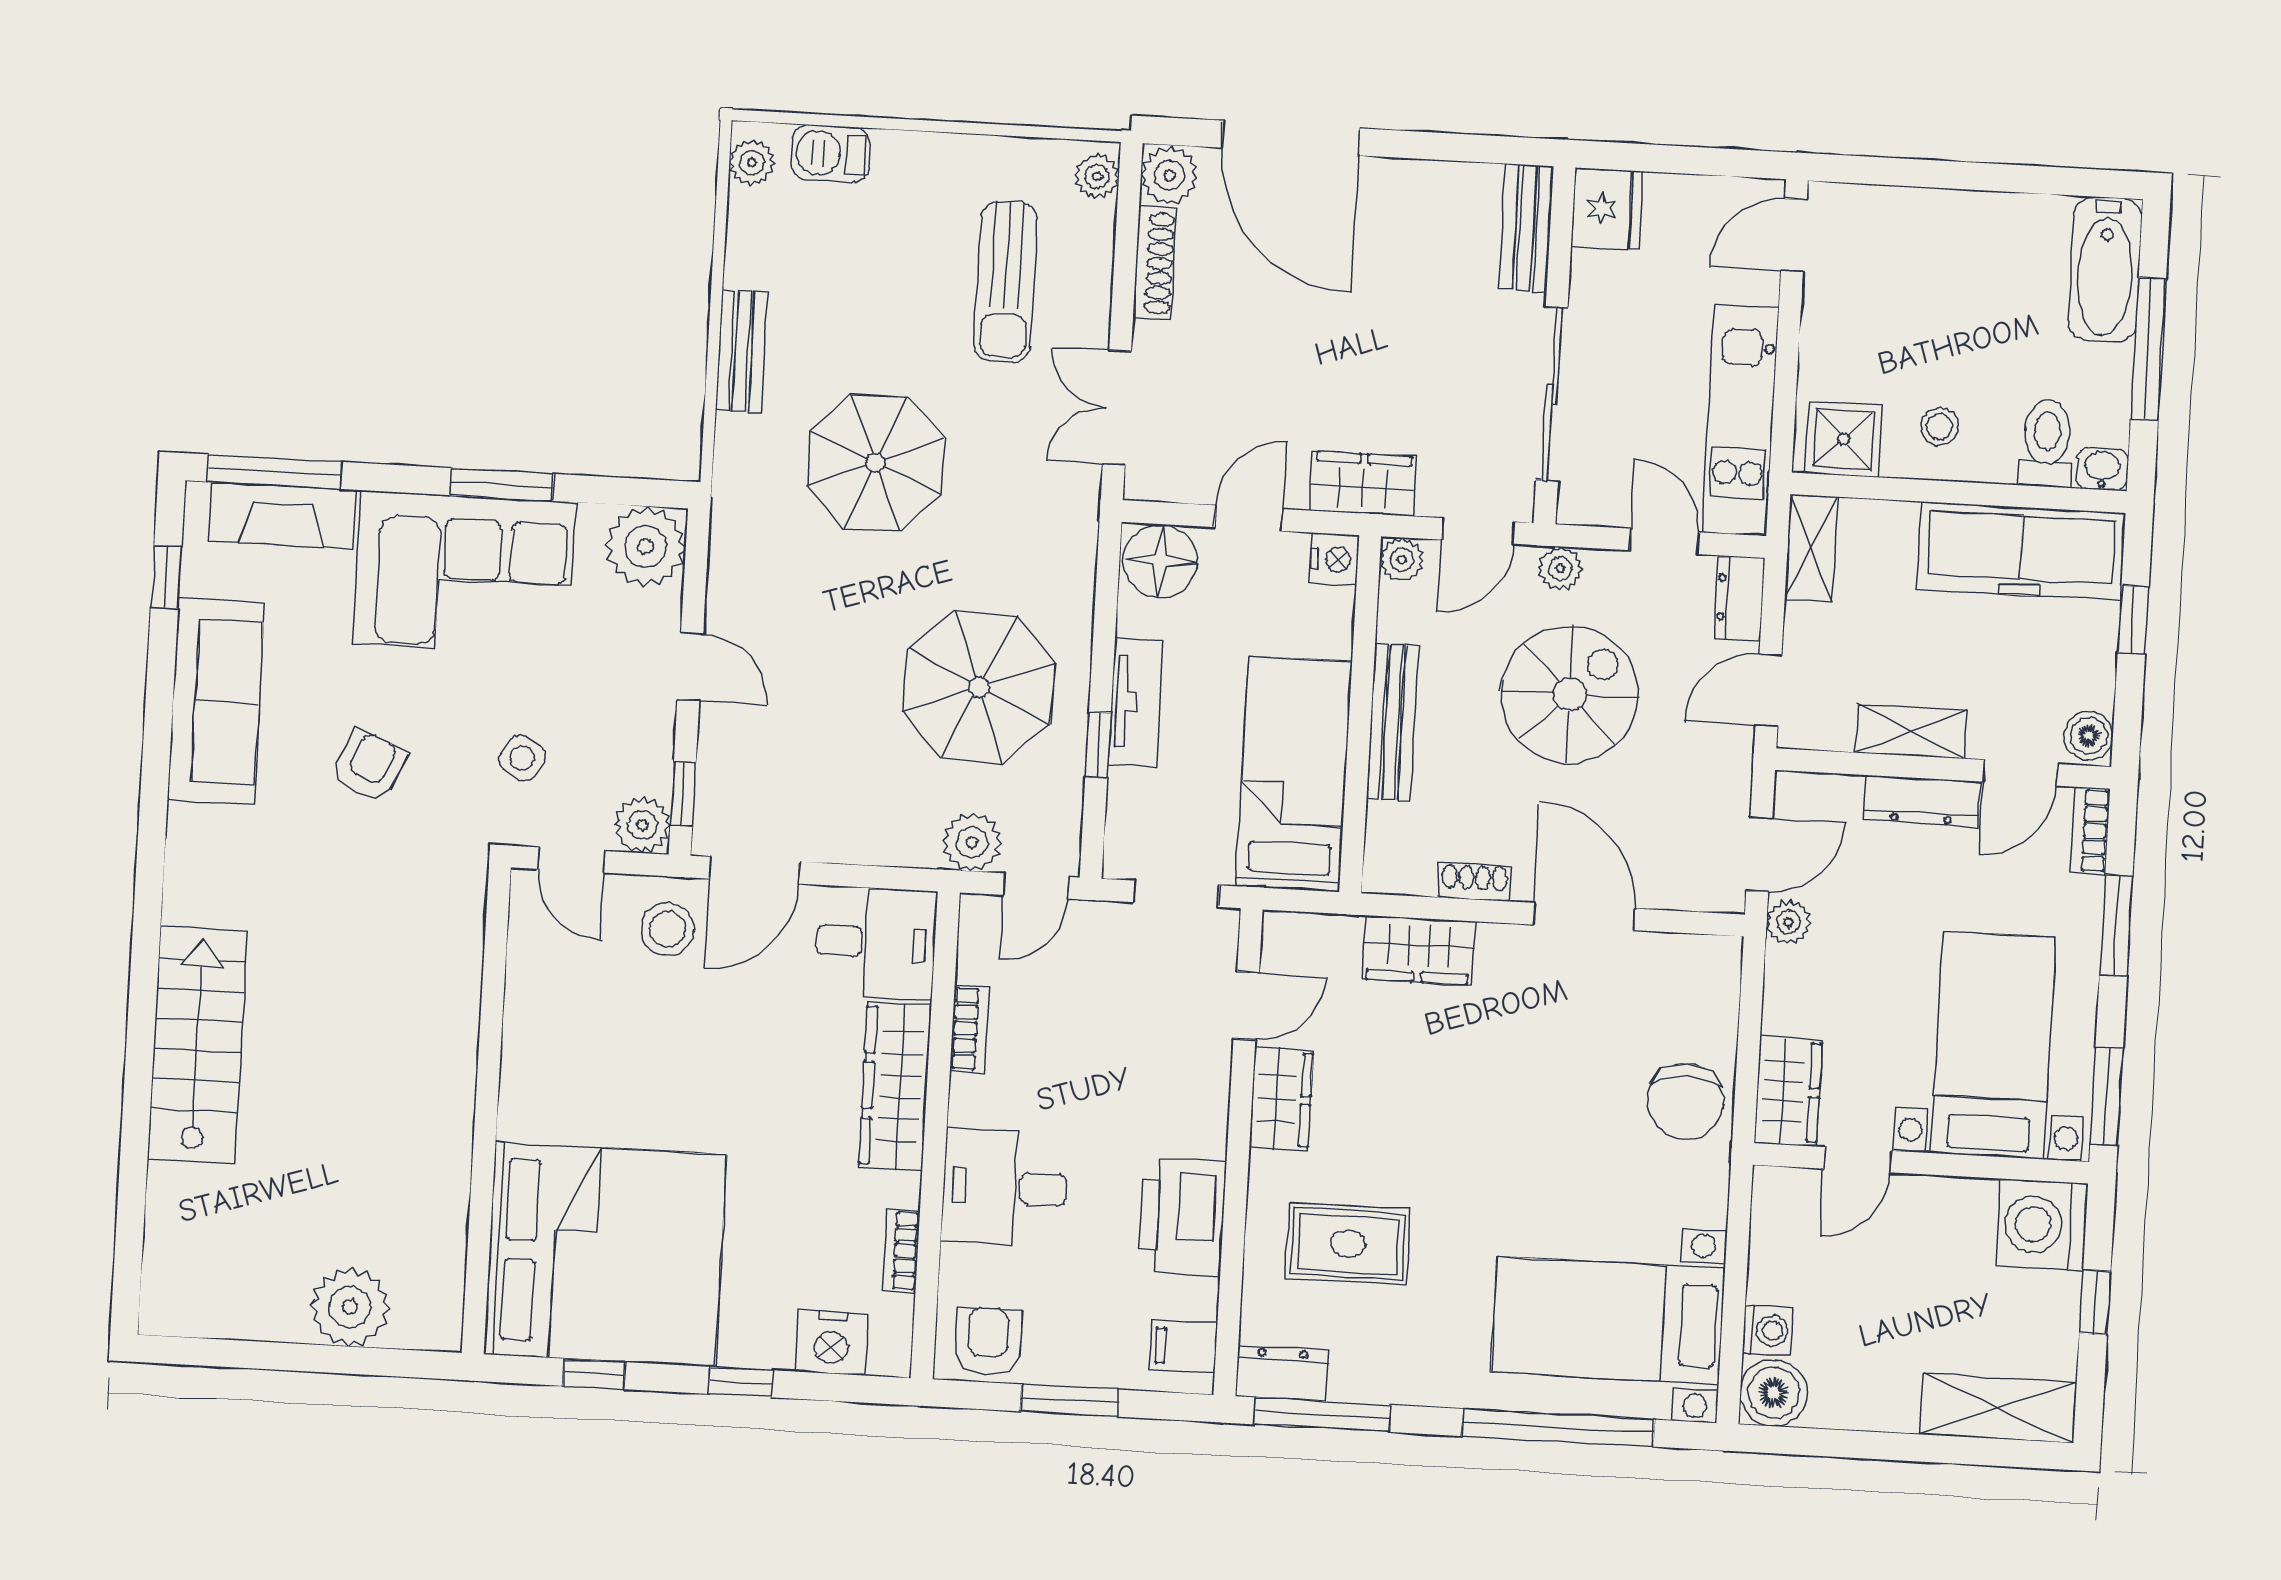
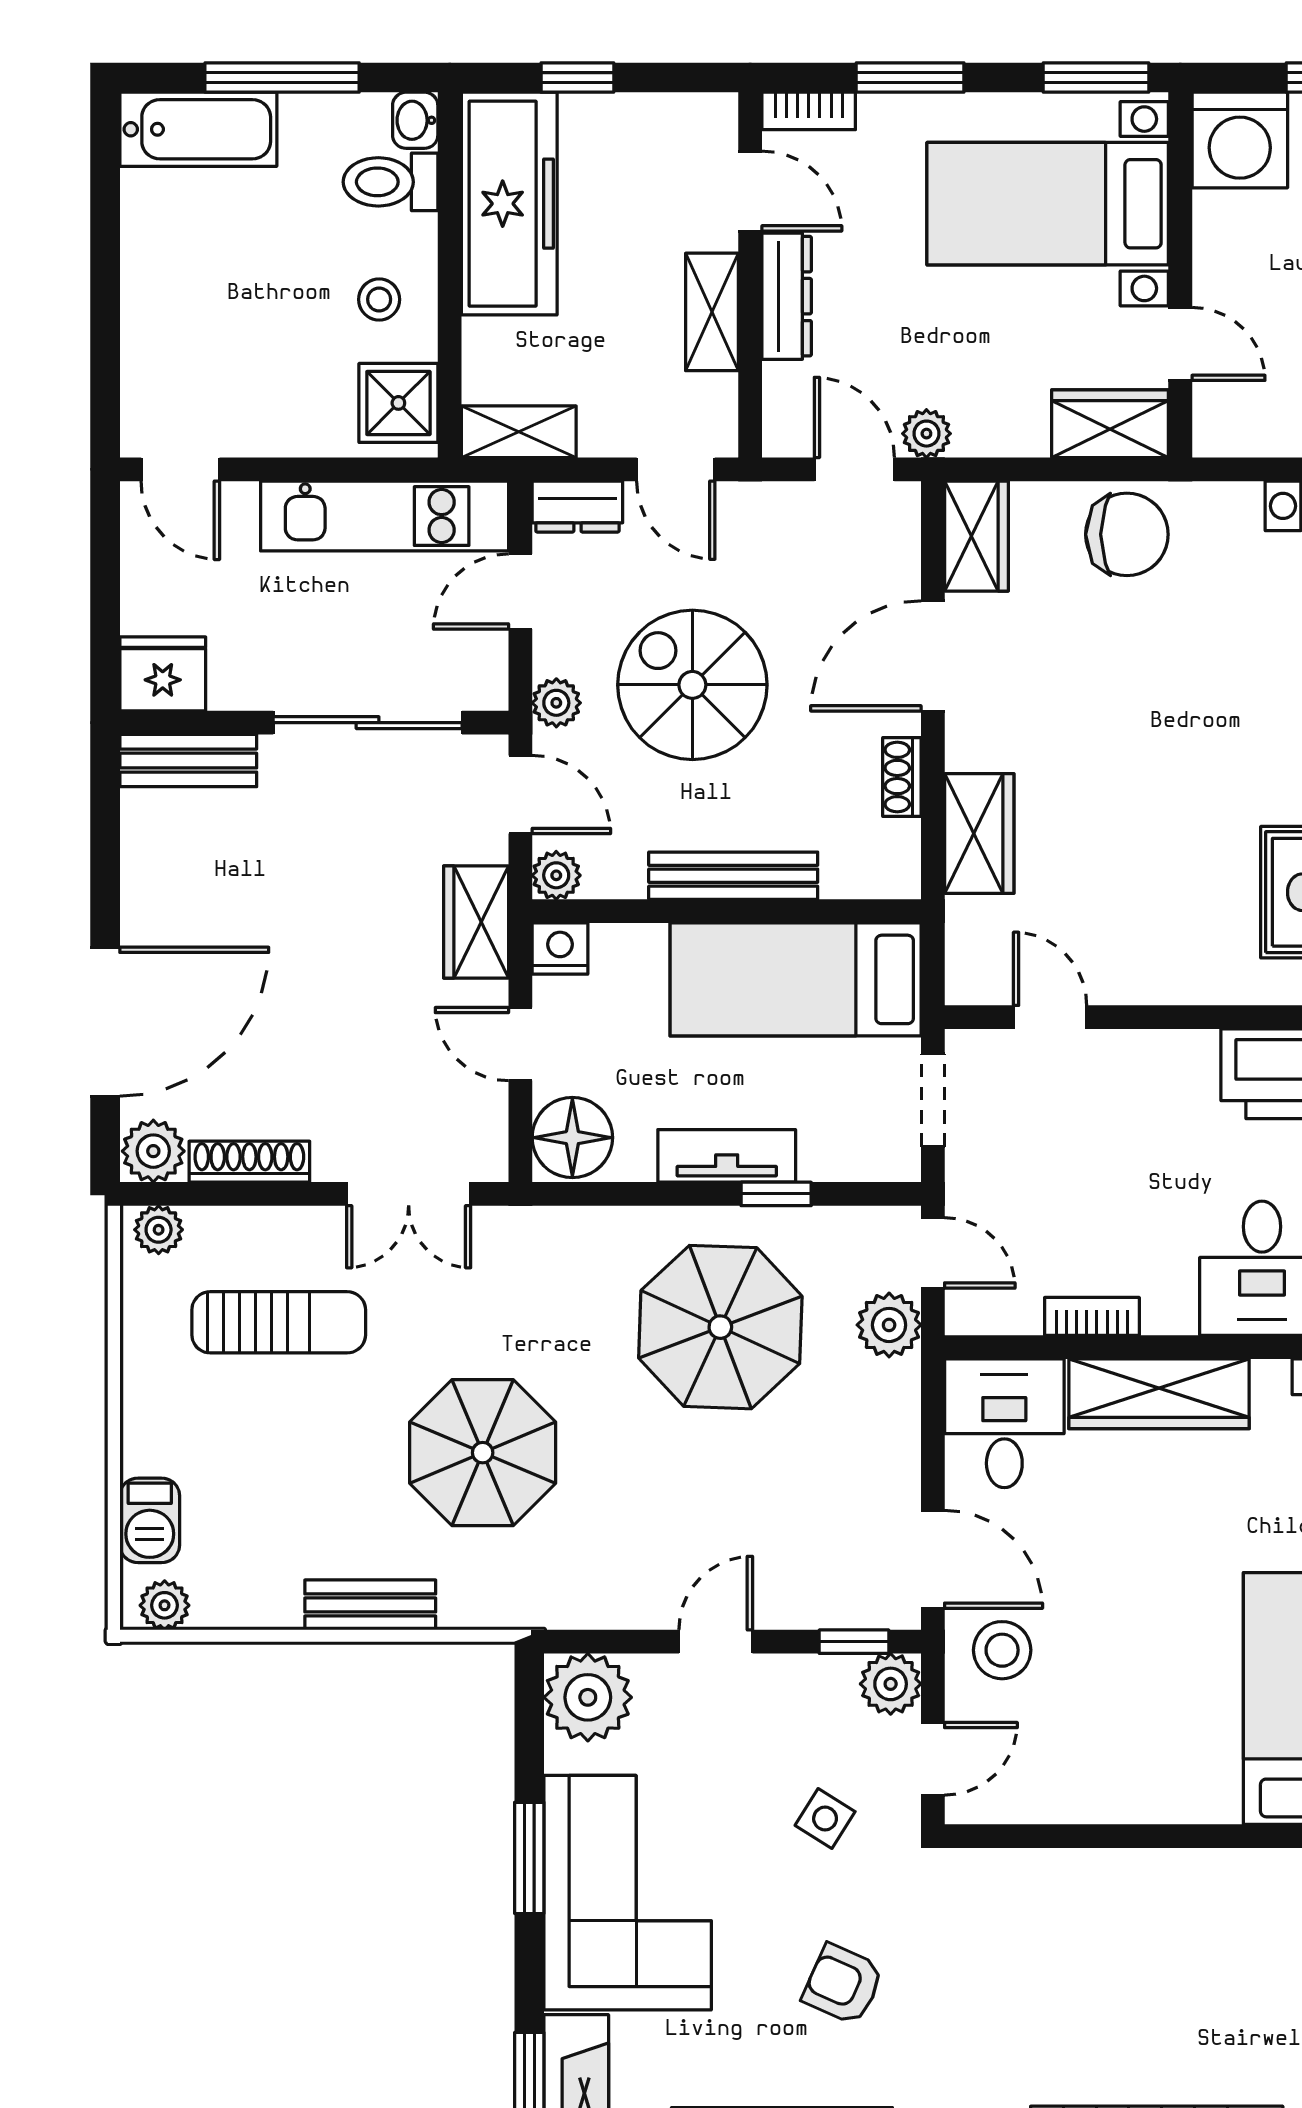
boiler: (2089, 736) -> (706, 119), removed
wardrobe: (1281, 1099) -> (976, 536), moved, turned 90

